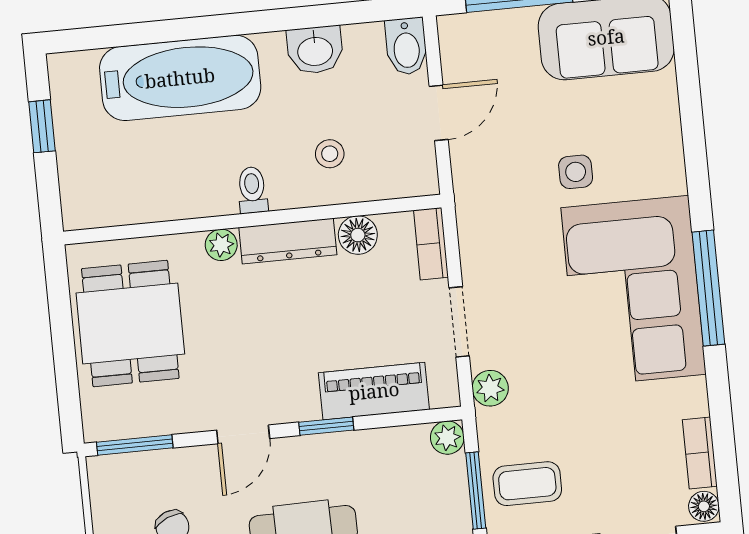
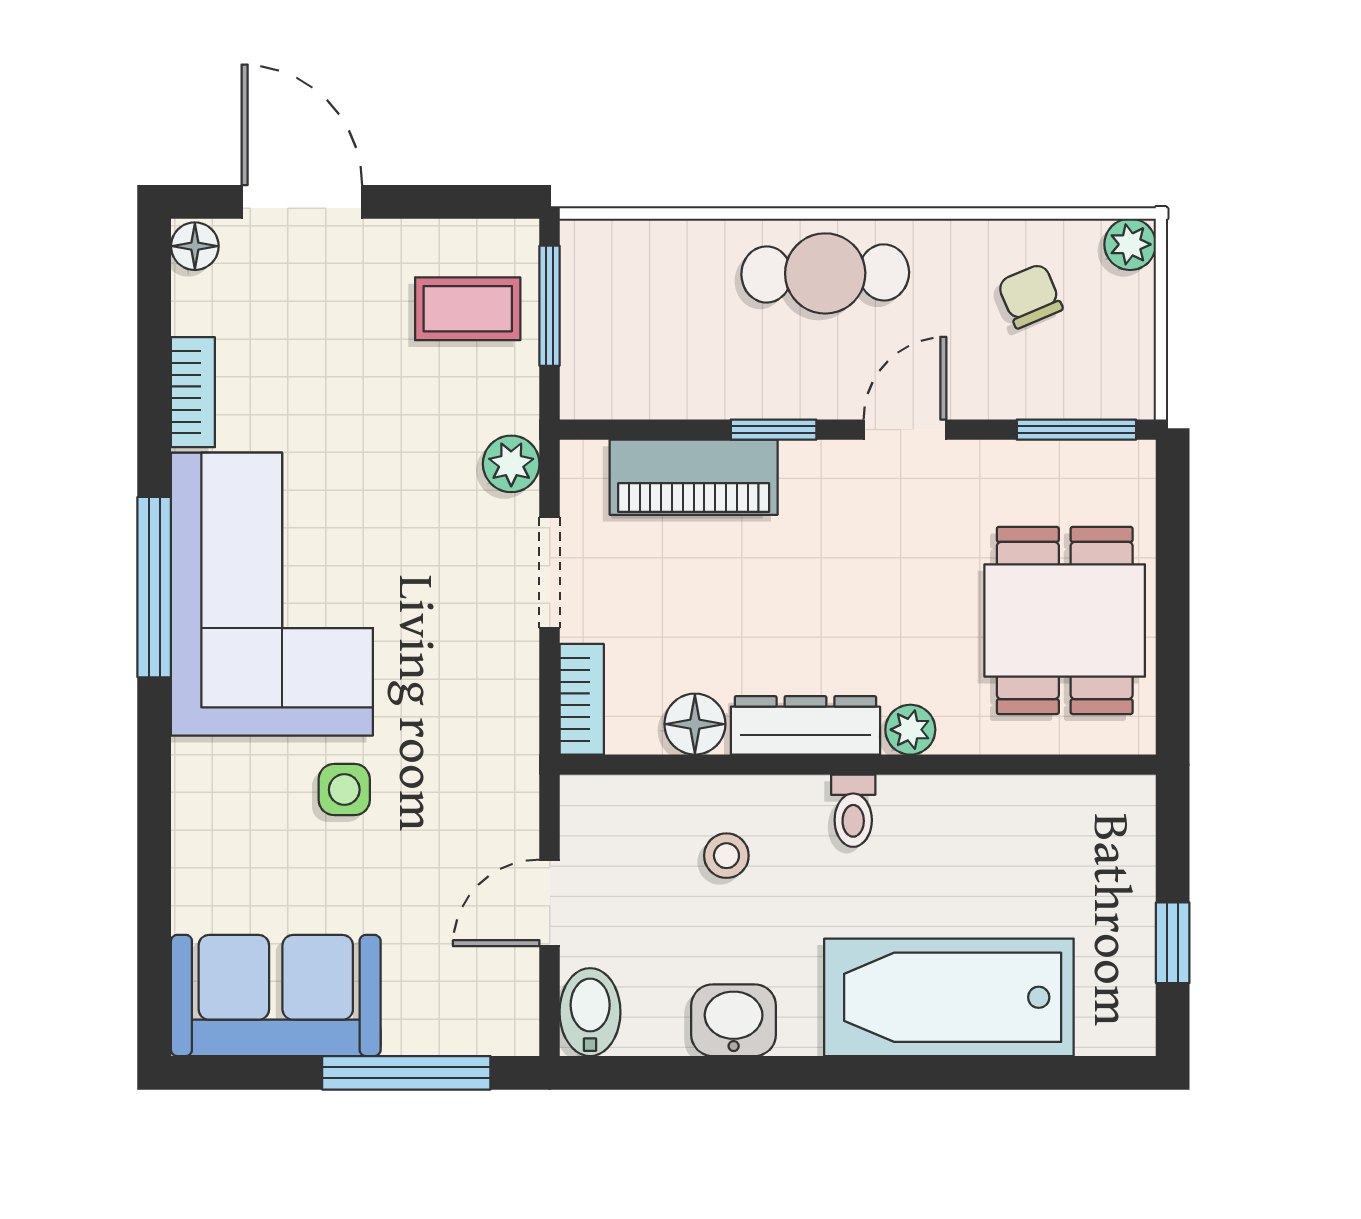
plant: (447, 438) -> (586, 393), removed
bookcase: (700, 453) -> (193, 392), moved

